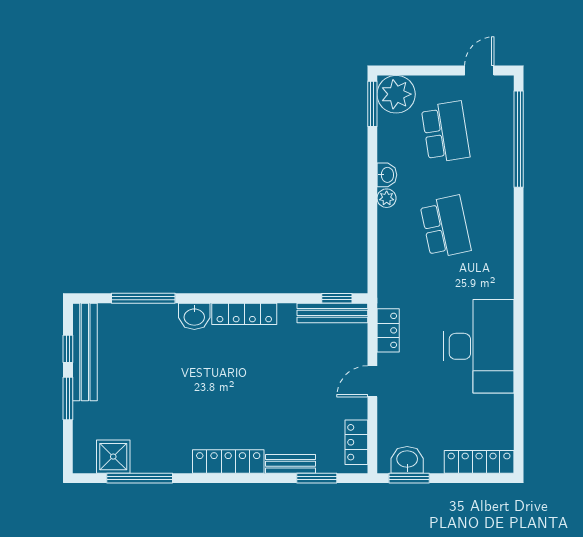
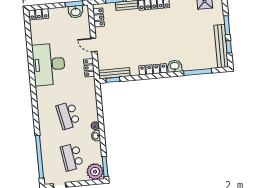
door: (372, 381) -> (94, 45), swing flipped
locker: (479, 462) -> (39, 14), width x0.66

